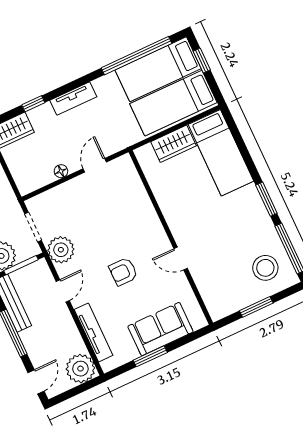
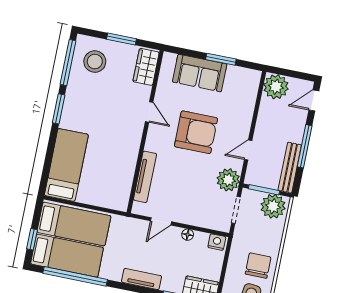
wardrobe: (174, 144) -> (146, 67), moved, turned -90
nightstand: (29, 184) -> (217, 242), added
armchair: (123, 272) -> (196, 132), width x1.88, depth x1.88
tv unit: (93, 332) -> (145, 177), moved, turned 180

